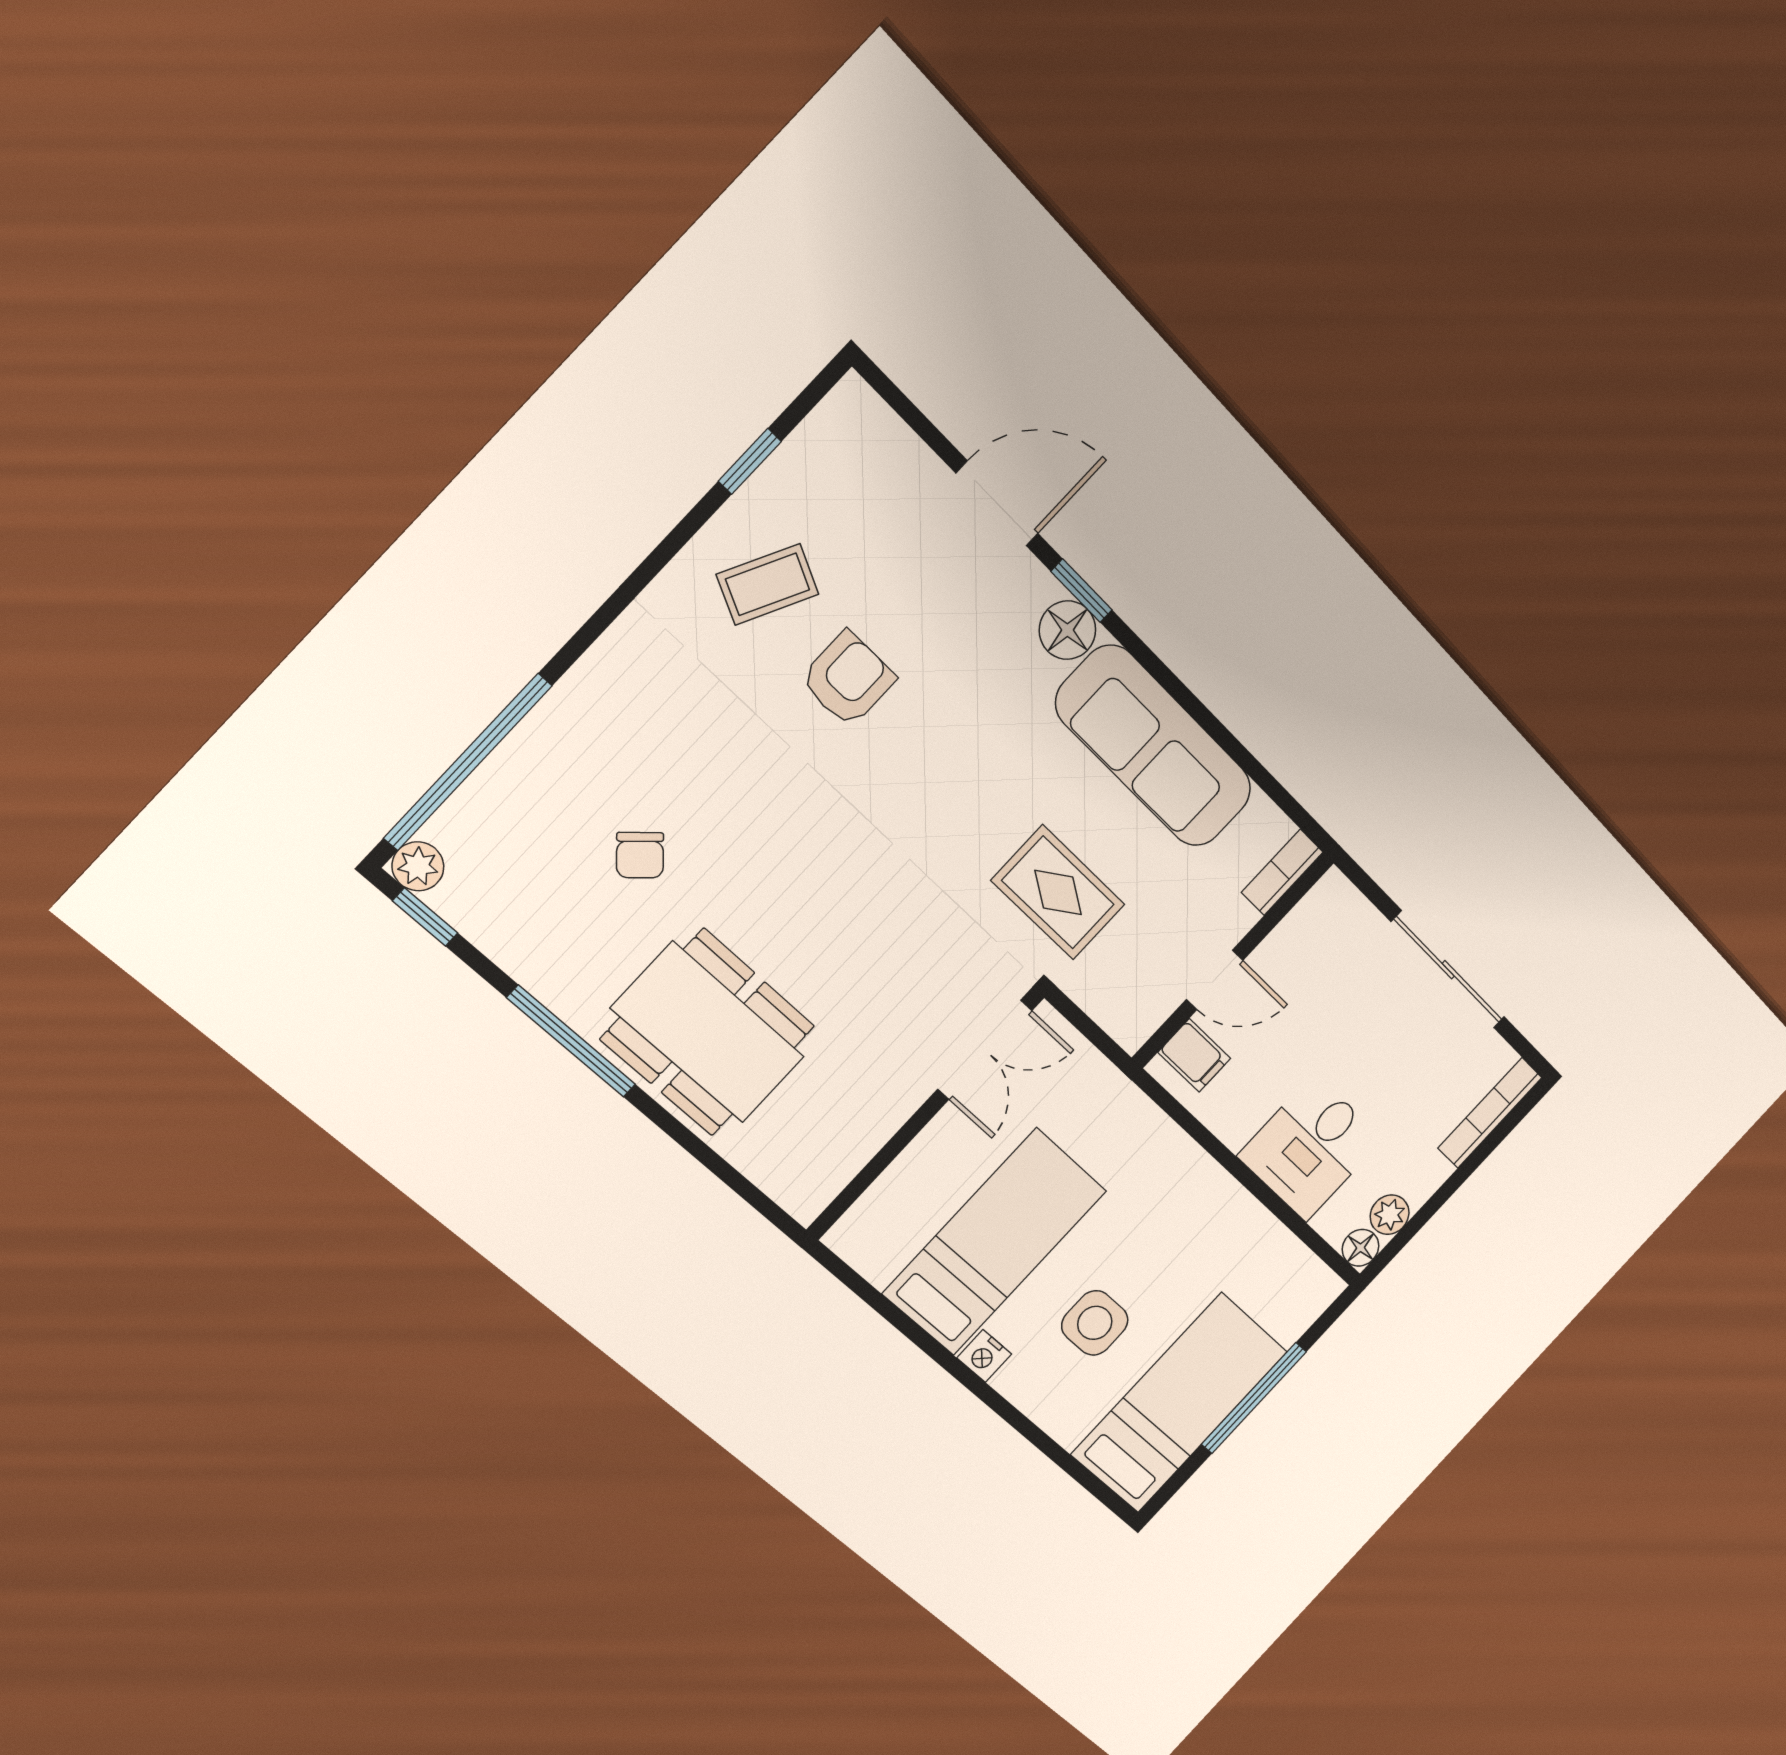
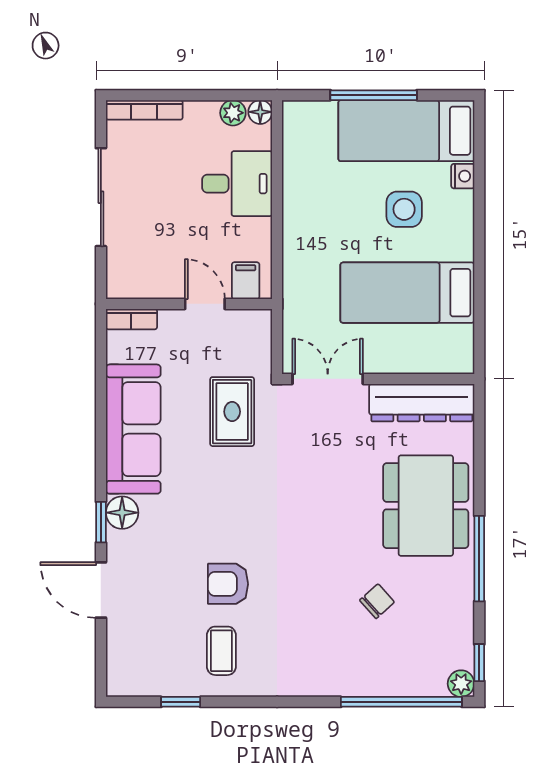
coffee table: (768, 584) -> (221, 651), turned 64
dresser: (845, 1143) -> (422, 403), added
nightstand: (984, 1356) -> (463, 176), moved

